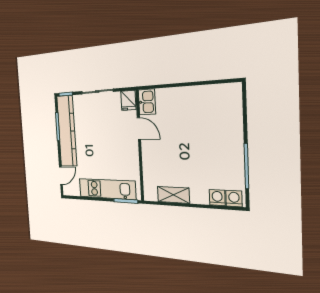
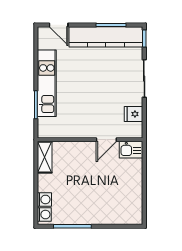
kitchen sink: (147, 102) -> (131, 150), moved
door: (139, 129) -> (106, 140), moved
wall: (140, 146) -> (90, 140), moved

